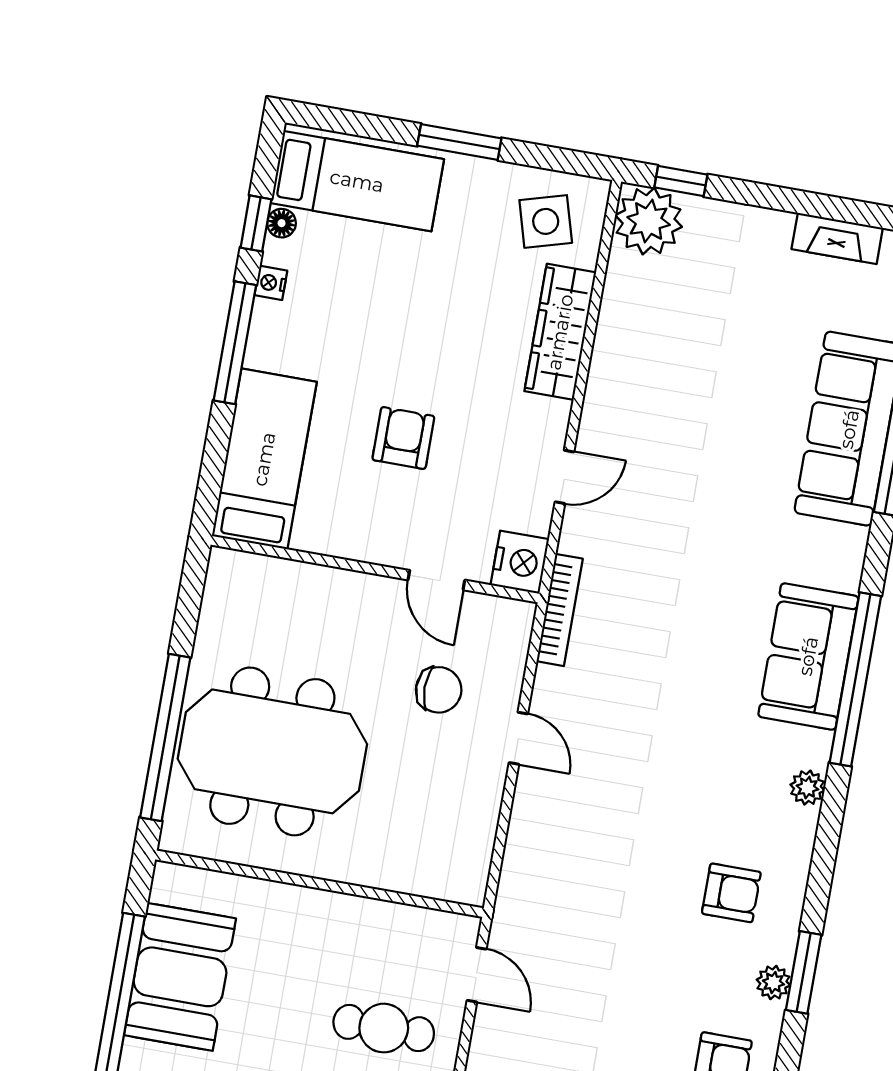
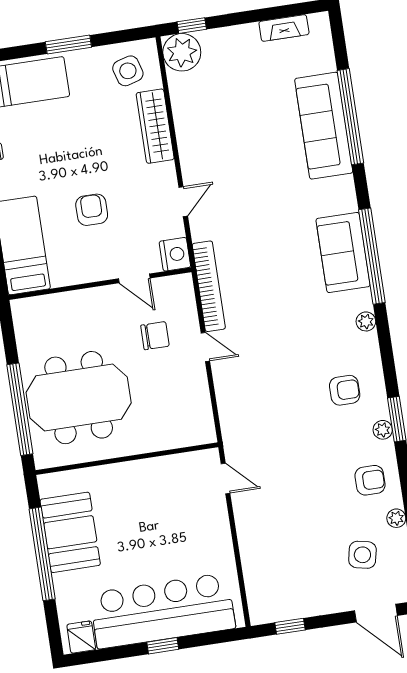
bookcase: (560, 610) -> (209, 286), width x1.48, depth x1.31
cafe table: (384, 1028) -> (186, 523), removed

